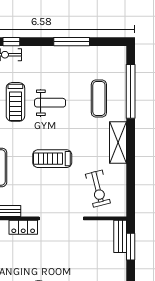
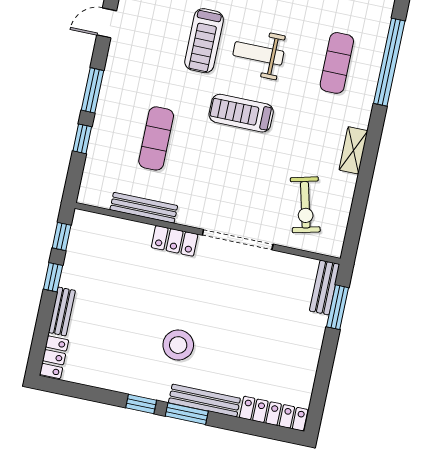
weight bench: (50, 103) -> (258, 53), turned 180
shelving: (118, 142) -> (353, 150), width x0.67, depth x0.75
treadmill: (52, 159) -> (241, 113), moved

